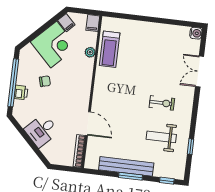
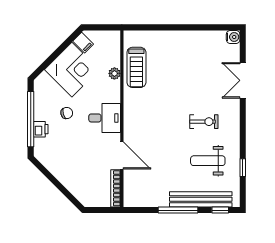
filing cabinet: (93, 23) -> (114, 40), removed
desk: (42, 130) -> (105, 118), moved, turned -135
bench: (126, 166) -> (201, 199), moved
window: (130, 176) -> (178, 210), width x1.44

